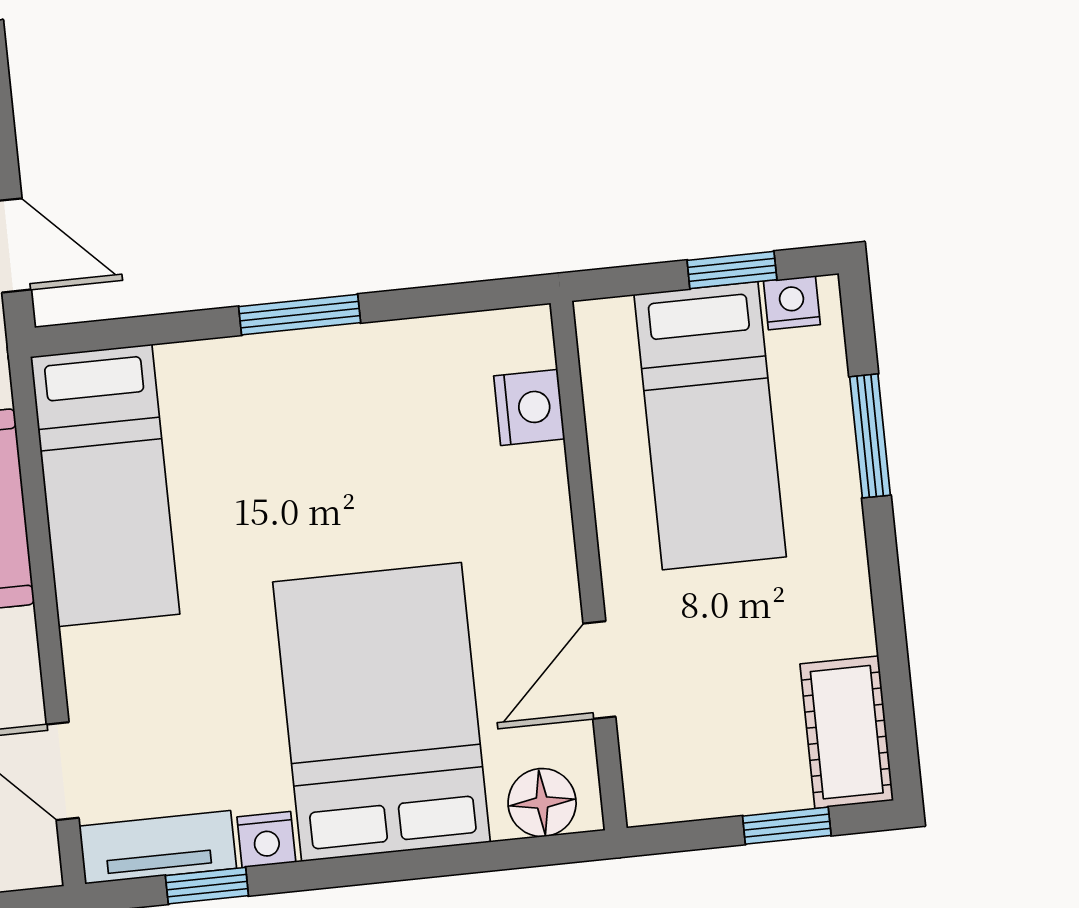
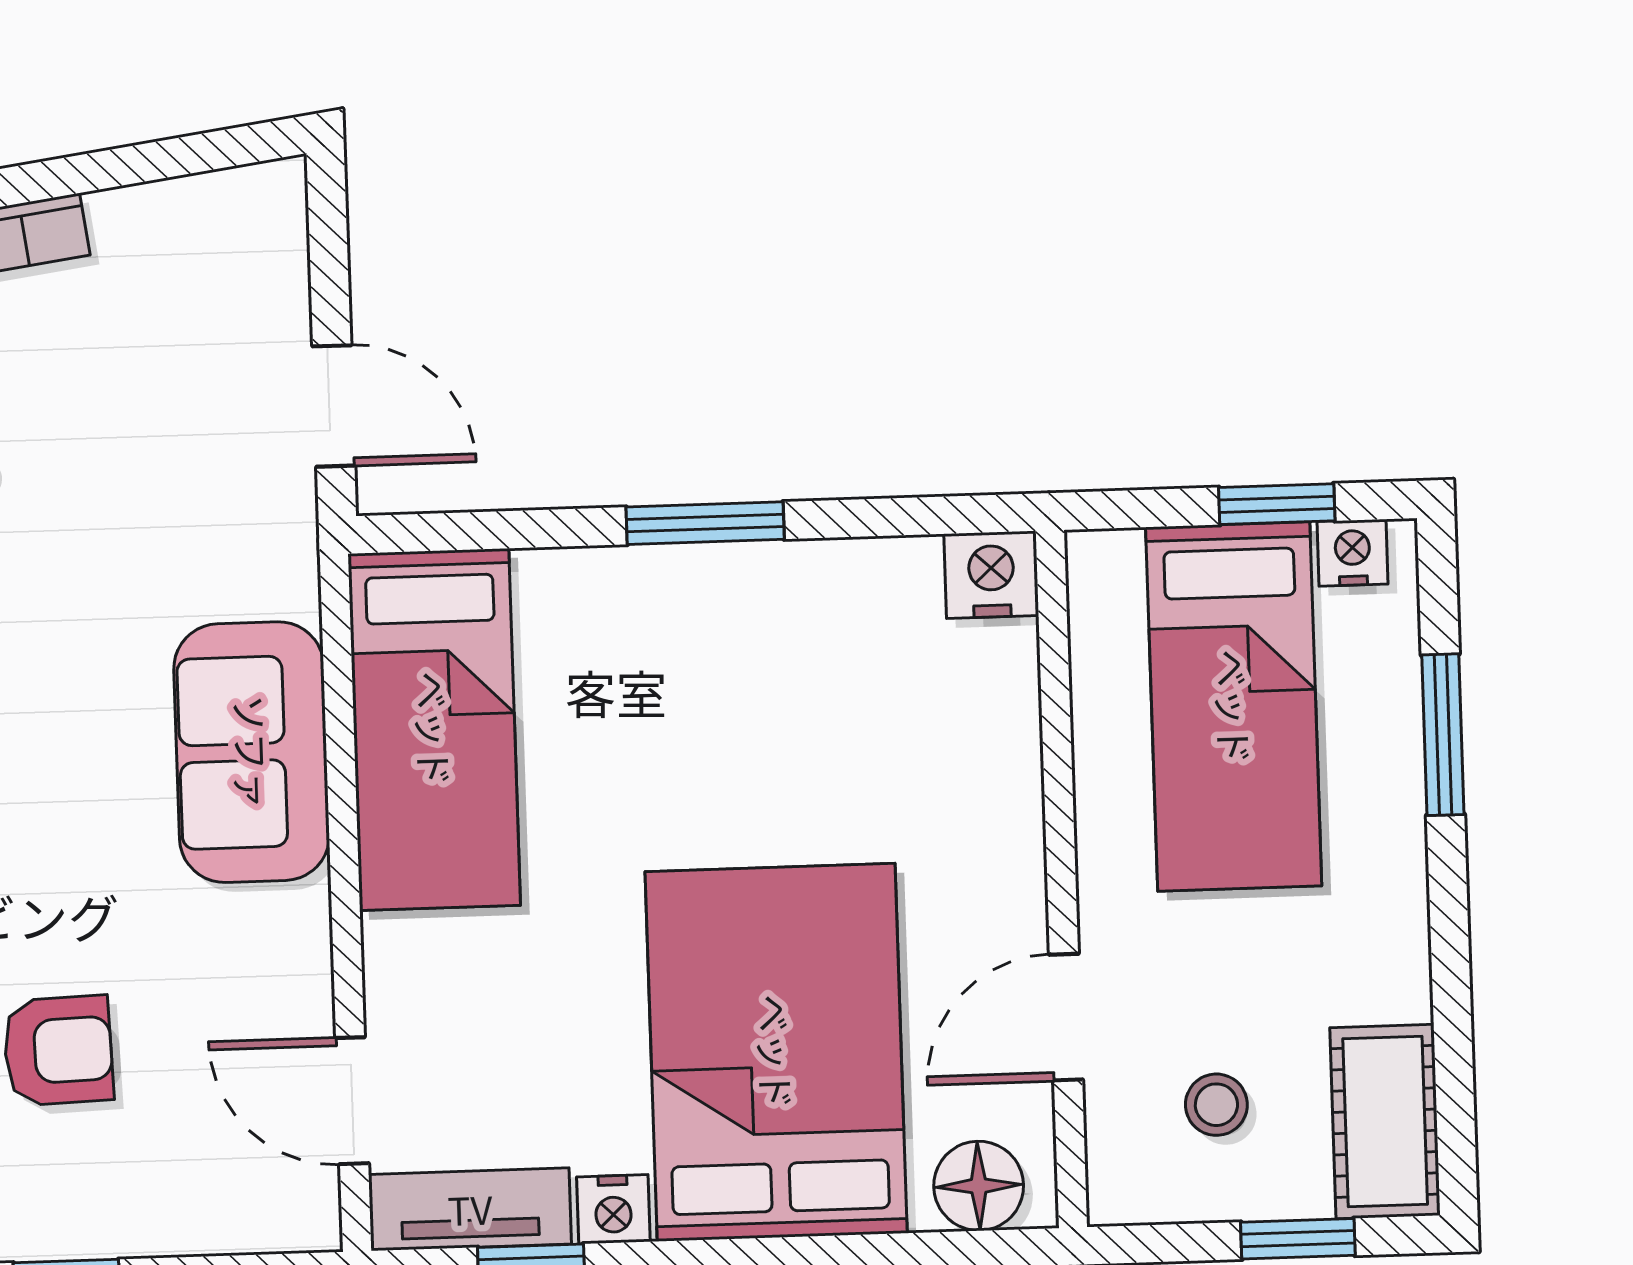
nightstand: (529, 407) -> (991, 575), moved, turned -90
stool: (718, 728) -> (1216, 1105), added

